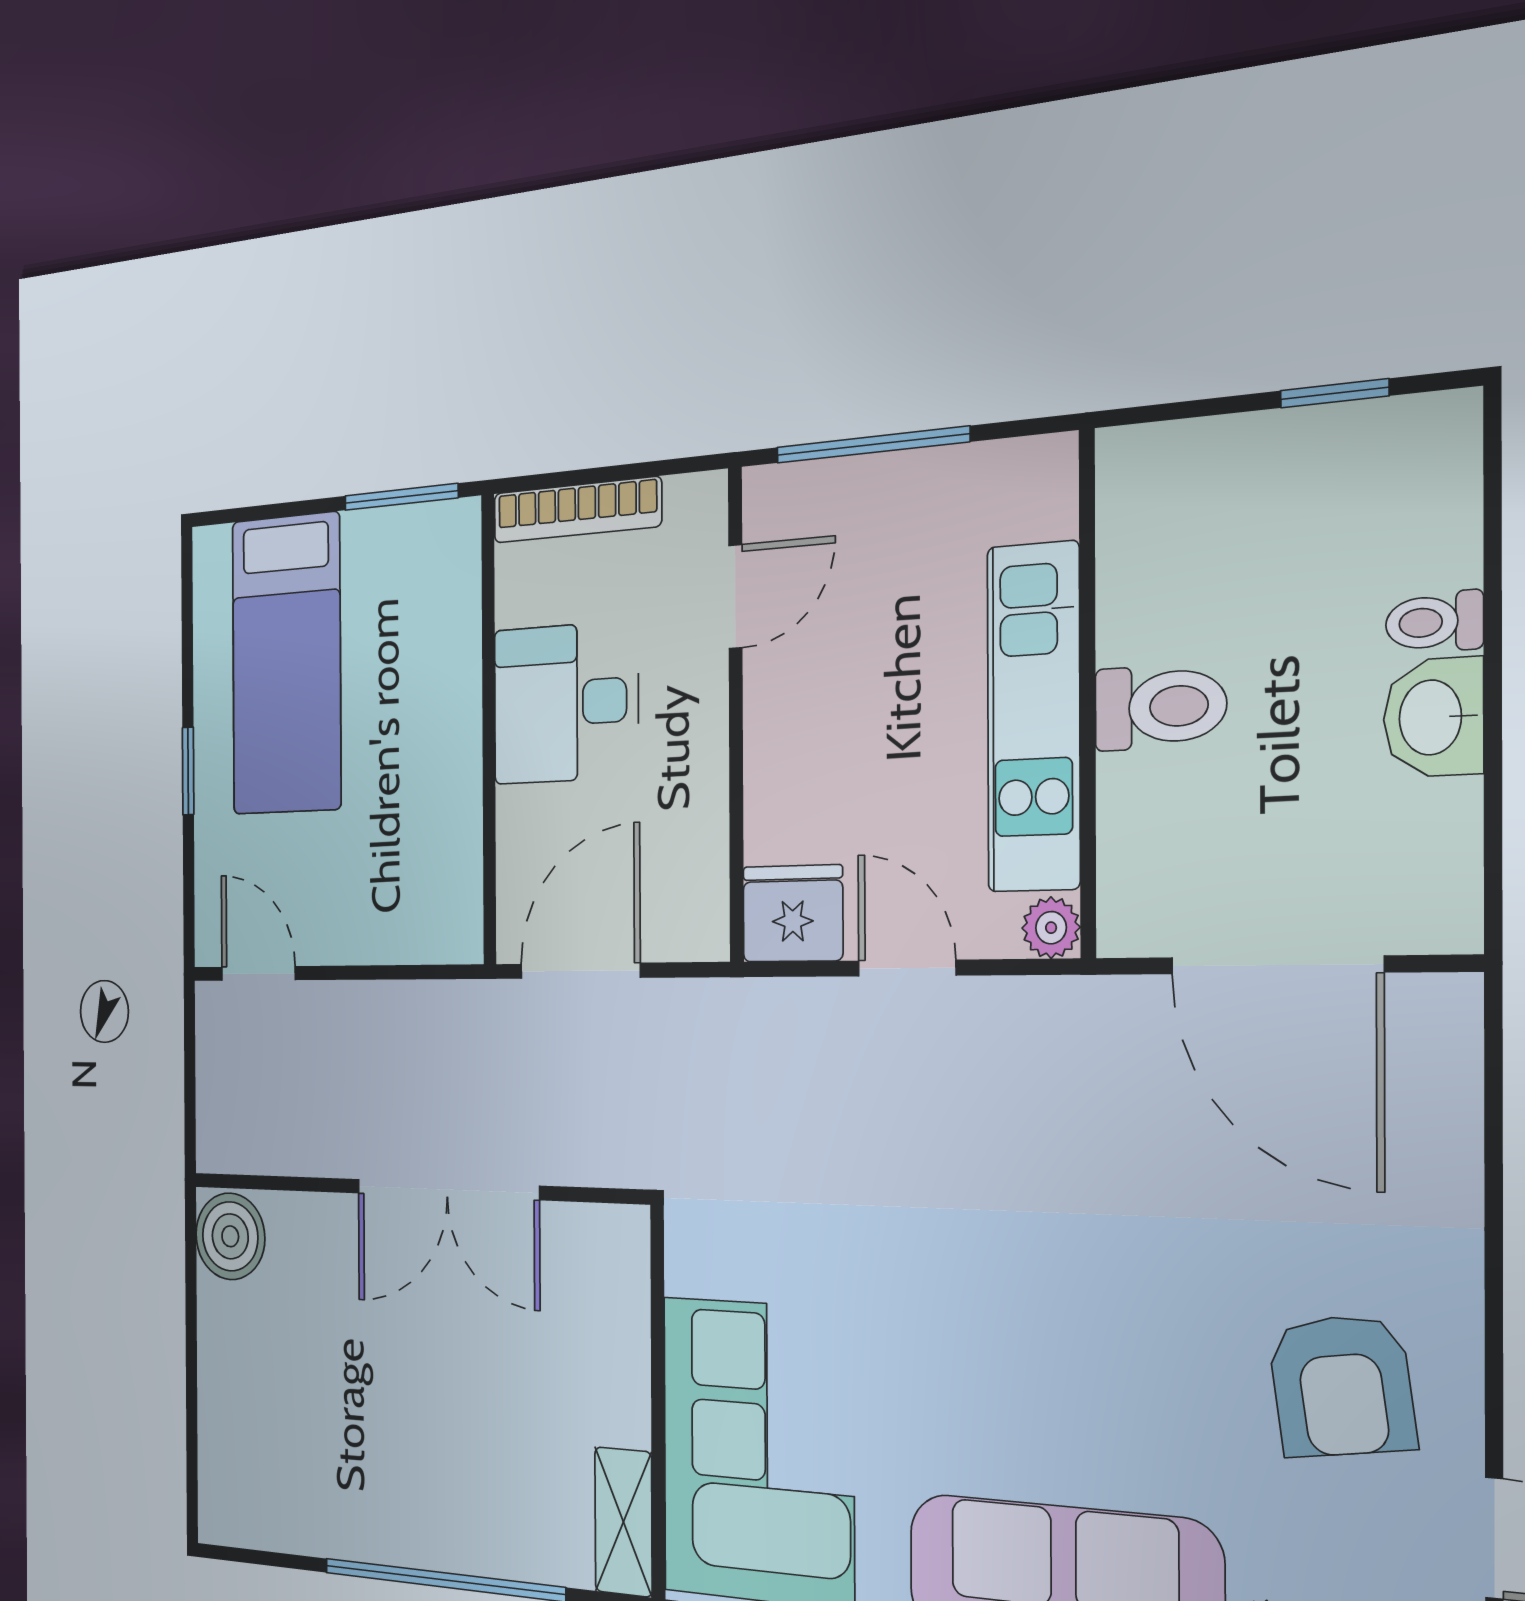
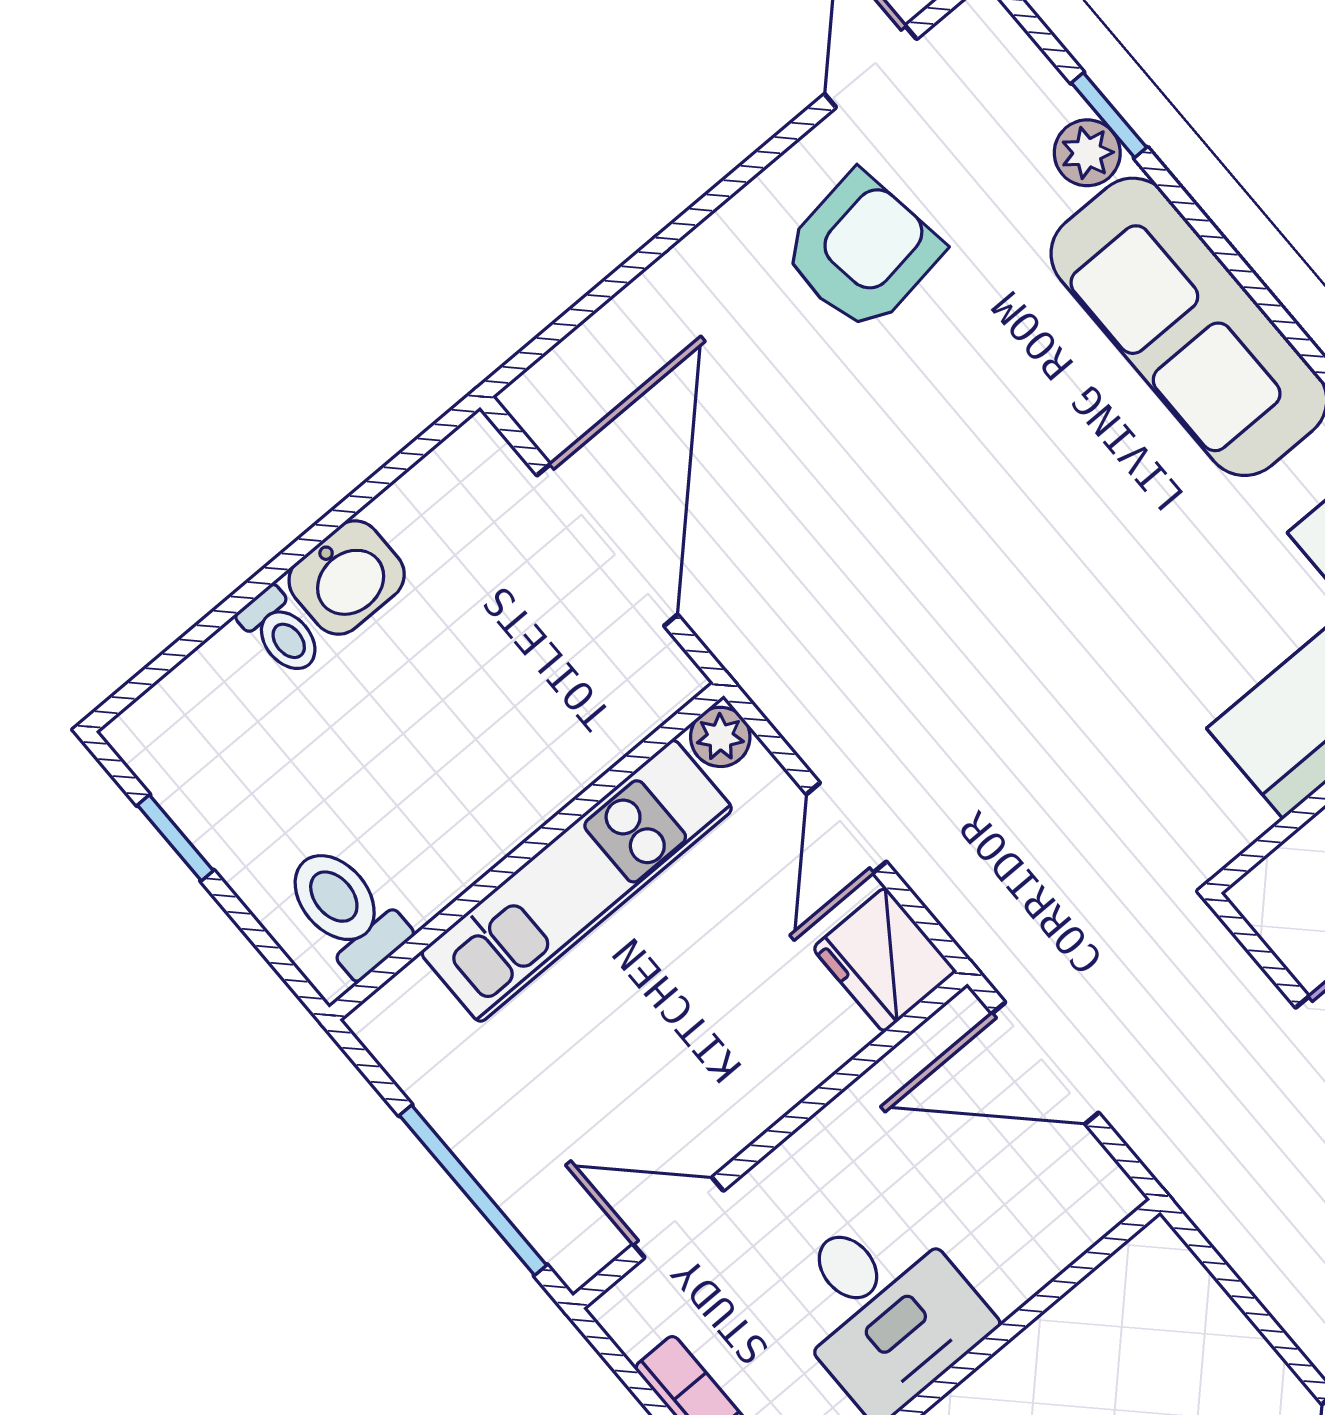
toilet: (1160, 707) -> (345, 910), moved
door: (580, 971) -> (1045, 1063), moved

